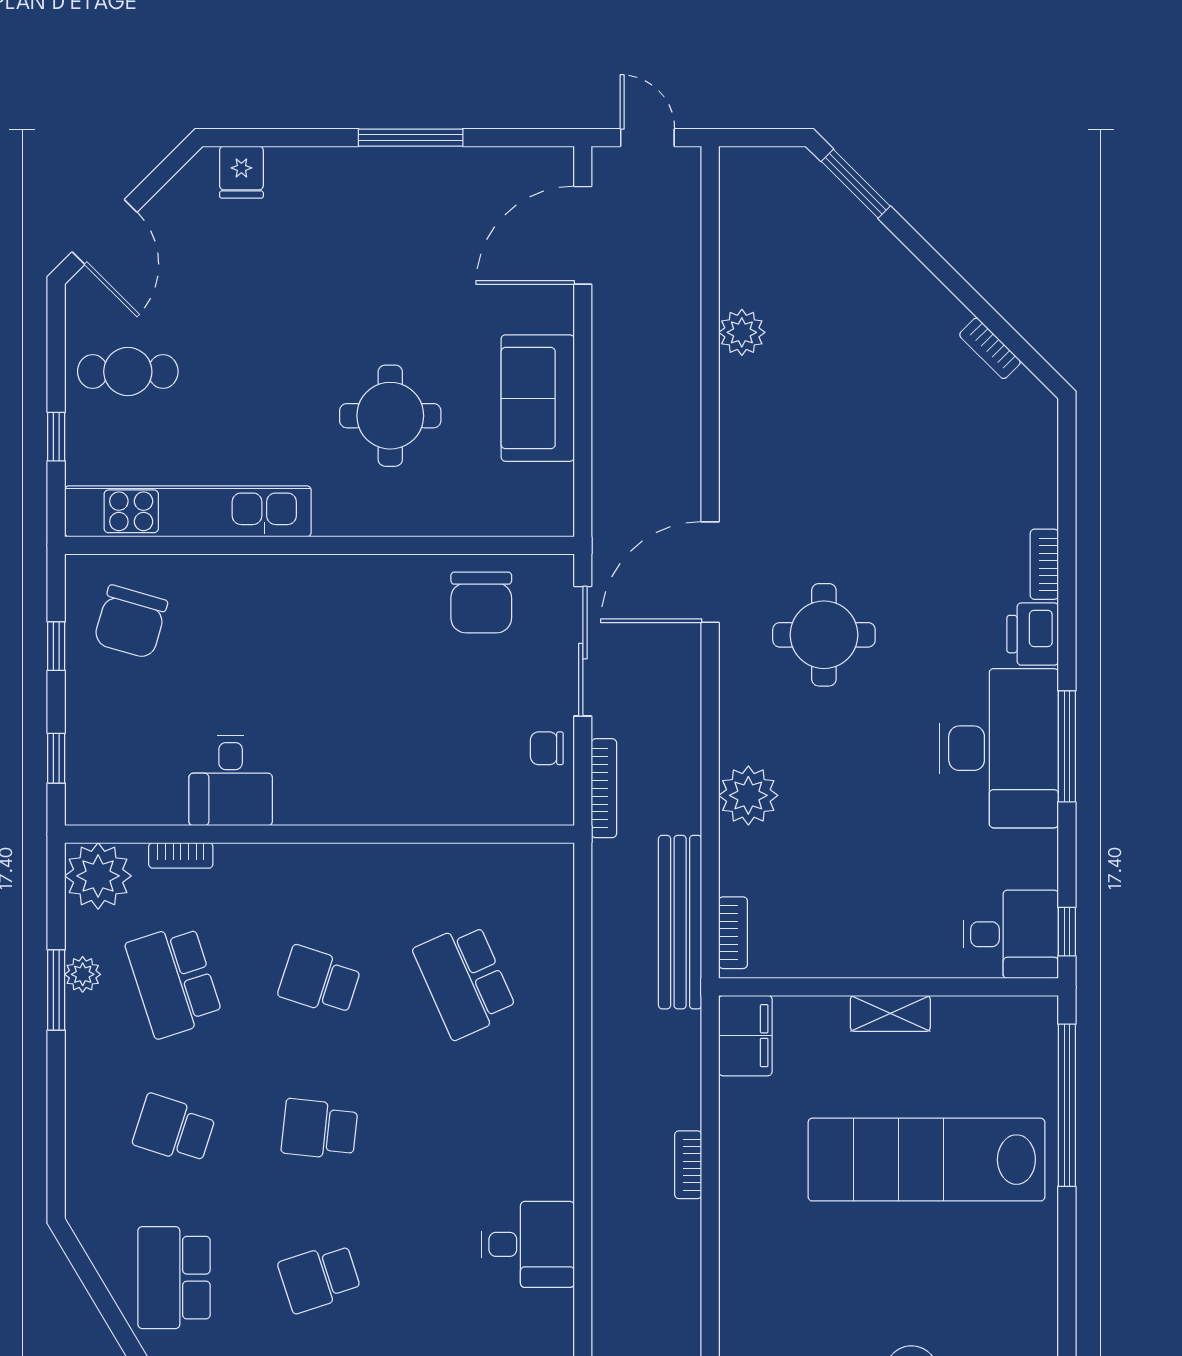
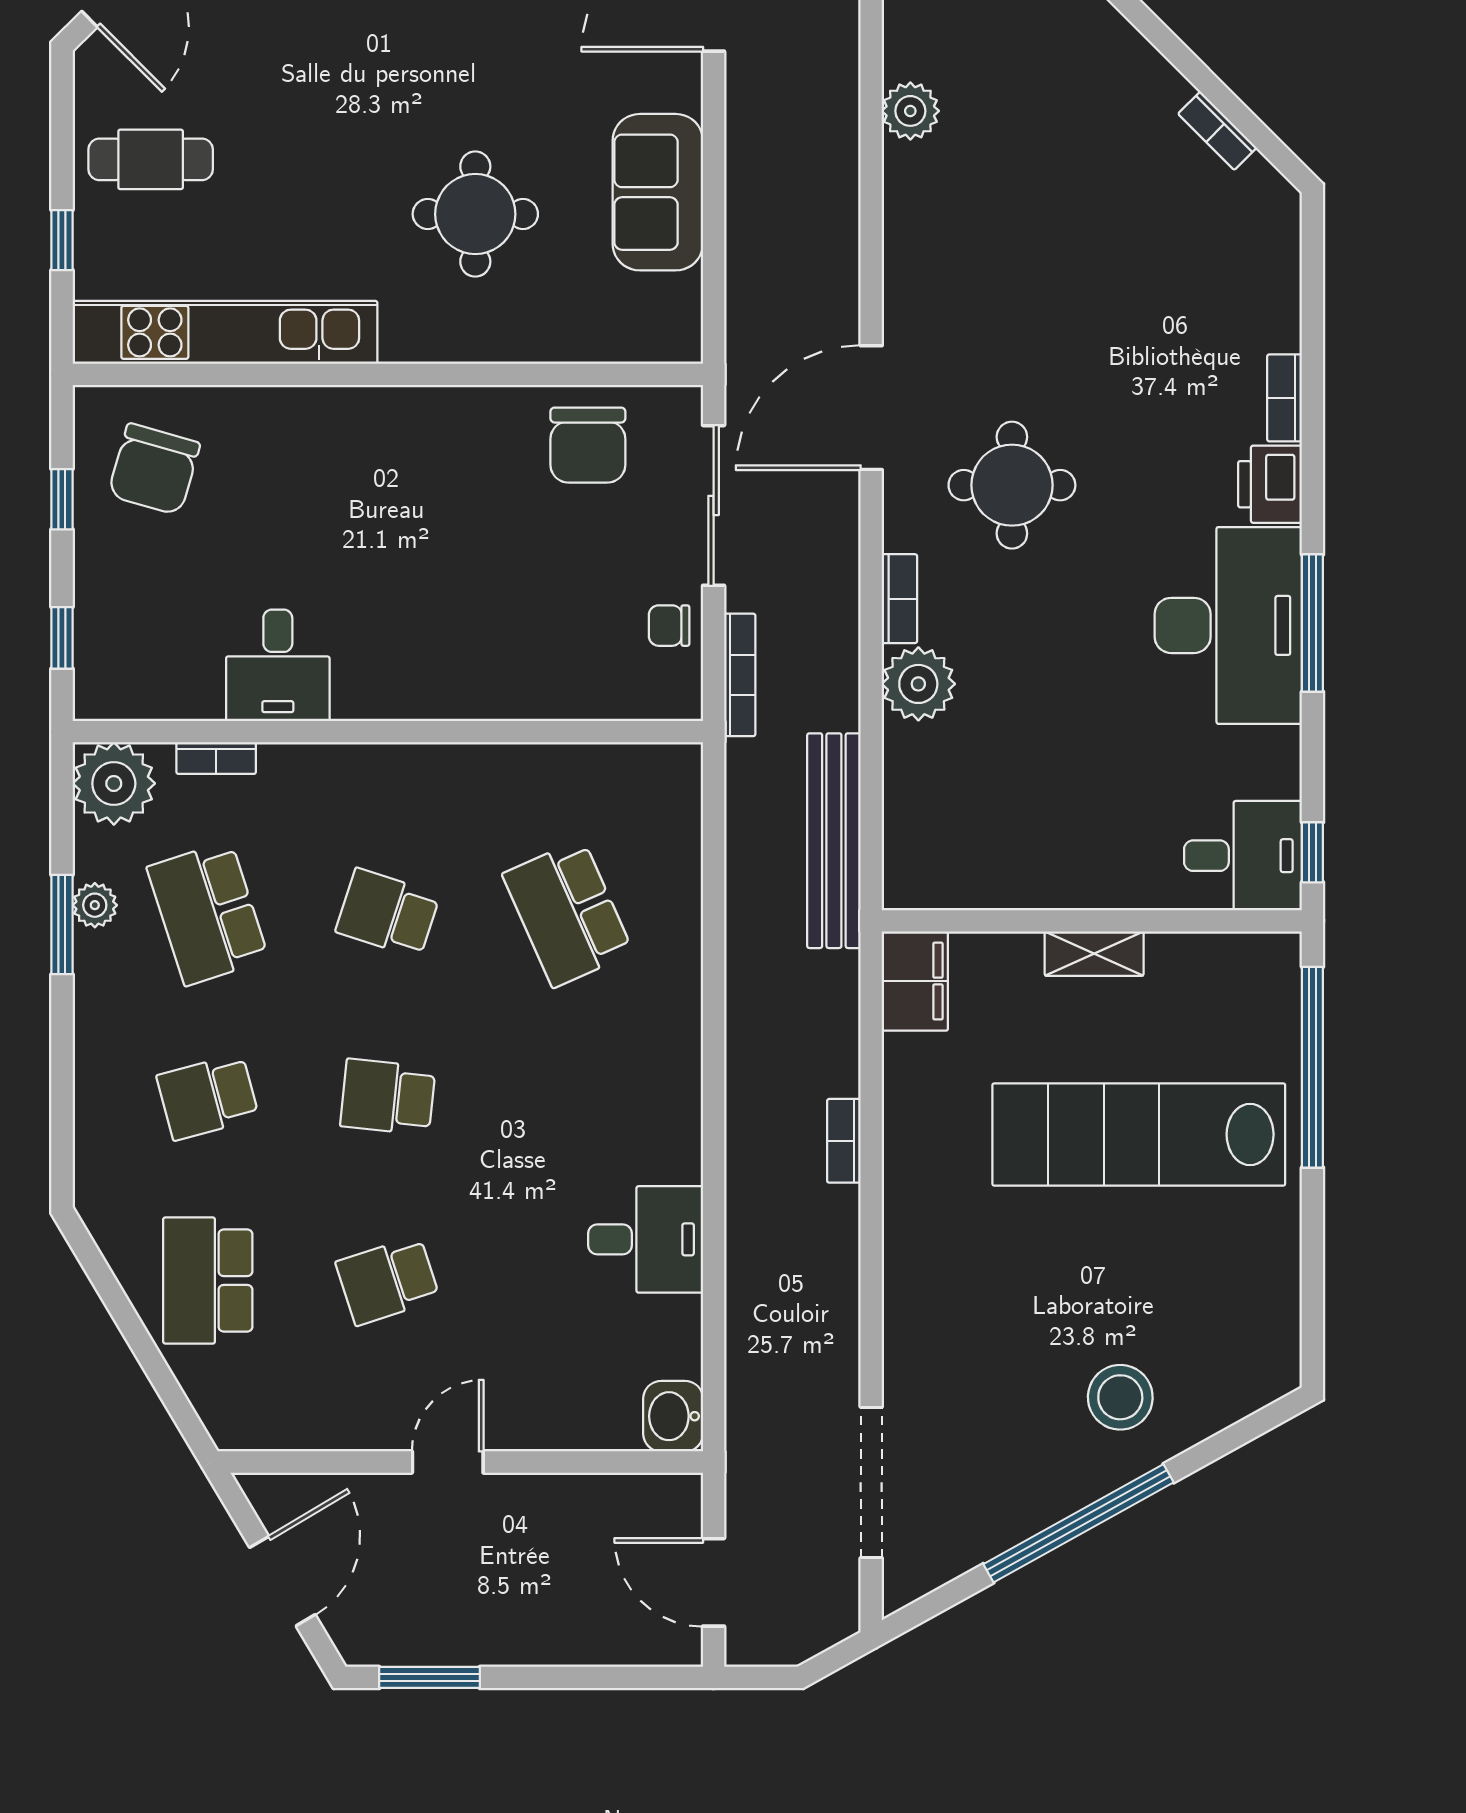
bookcase: (733, 933) -> (899, 599), moved
school desk: (174, 1129) -> (208, 1097), turned -33

